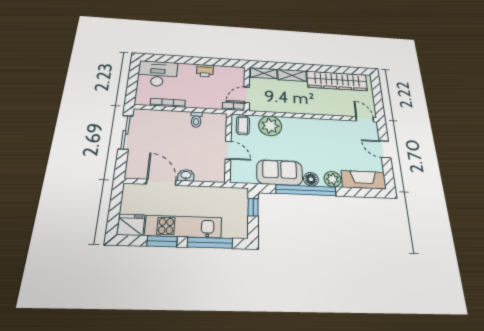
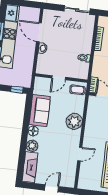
door: (365, 119) -> (80, 154), moved
plant: (270, 126) -> (74, 121), moved
door: (161, 182) -> (39, 32), swing flipped
window: (306, 190) -> (26, 126), removed

